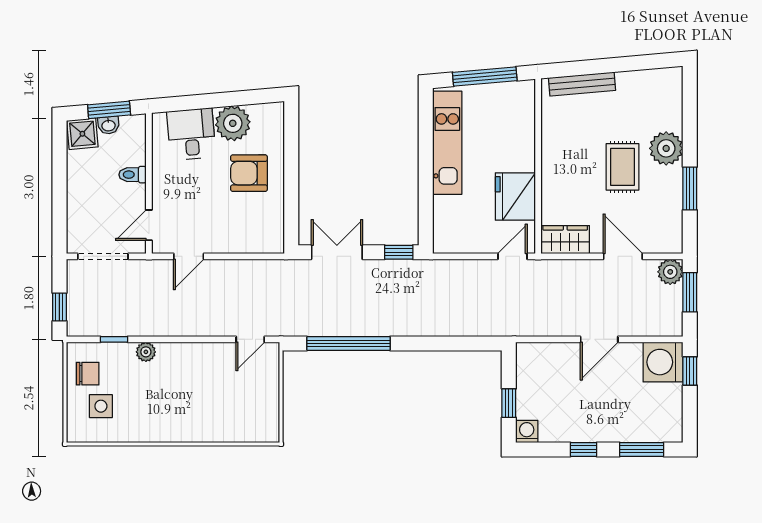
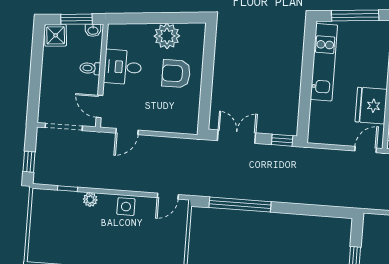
washbasin: (109, 125) -> (93, 30), moved
desk: (191, 134) -> (123, 67), moved, turned -85
door: (149, 225) -> (99, 106), hinge flipped
chair: (88, 374) -> (46, 212), removed
side table: (101, 406) -> (126, 207), moved

